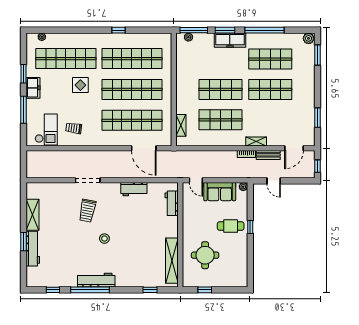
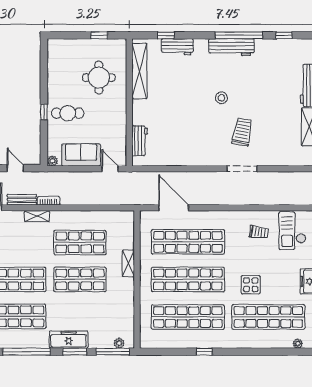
shelving: (181, 125) -> (128, 263), moved
workbench: (134, 189) -> (177, 47), moved, turned 180

